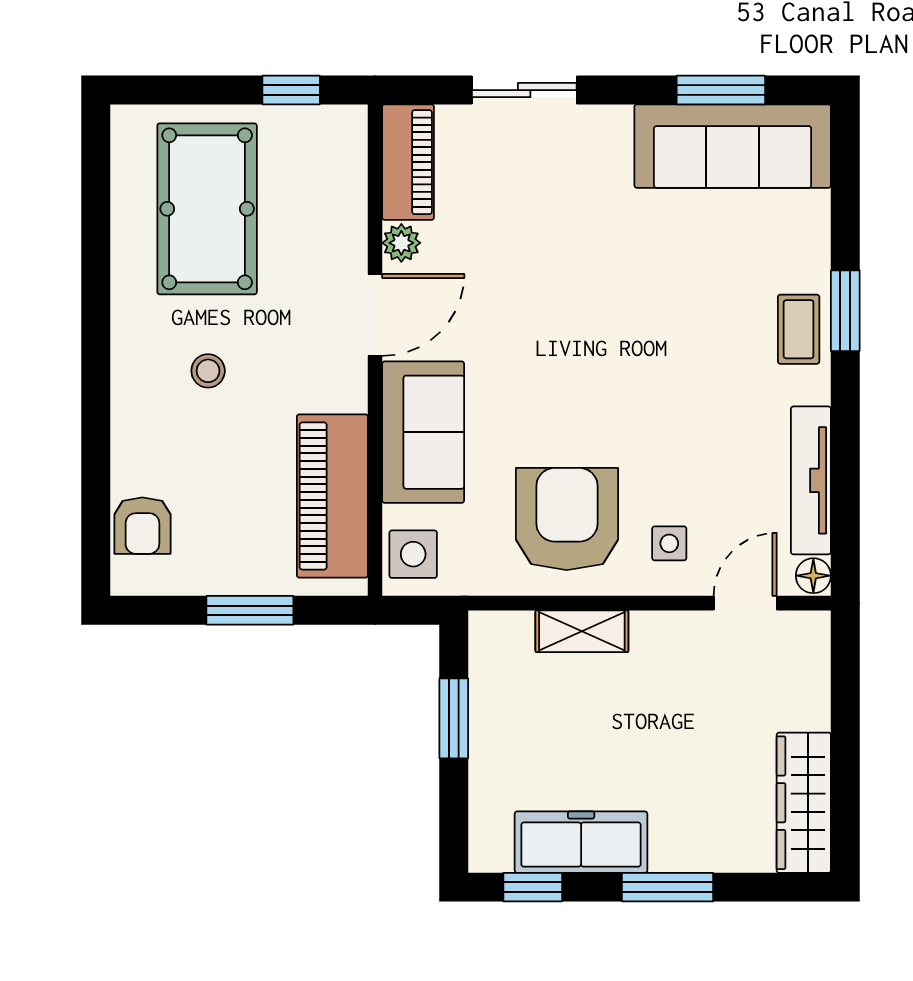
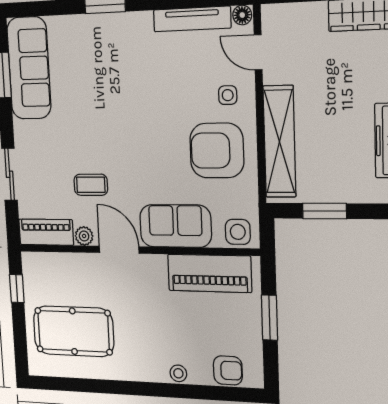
coffee table: (799, 329) -> (91, 185), moved
stool: (208, 371) -> (178, 373), moved
shelving: (582, 631) -> (279, 142), width x2.20, depth x1.33

